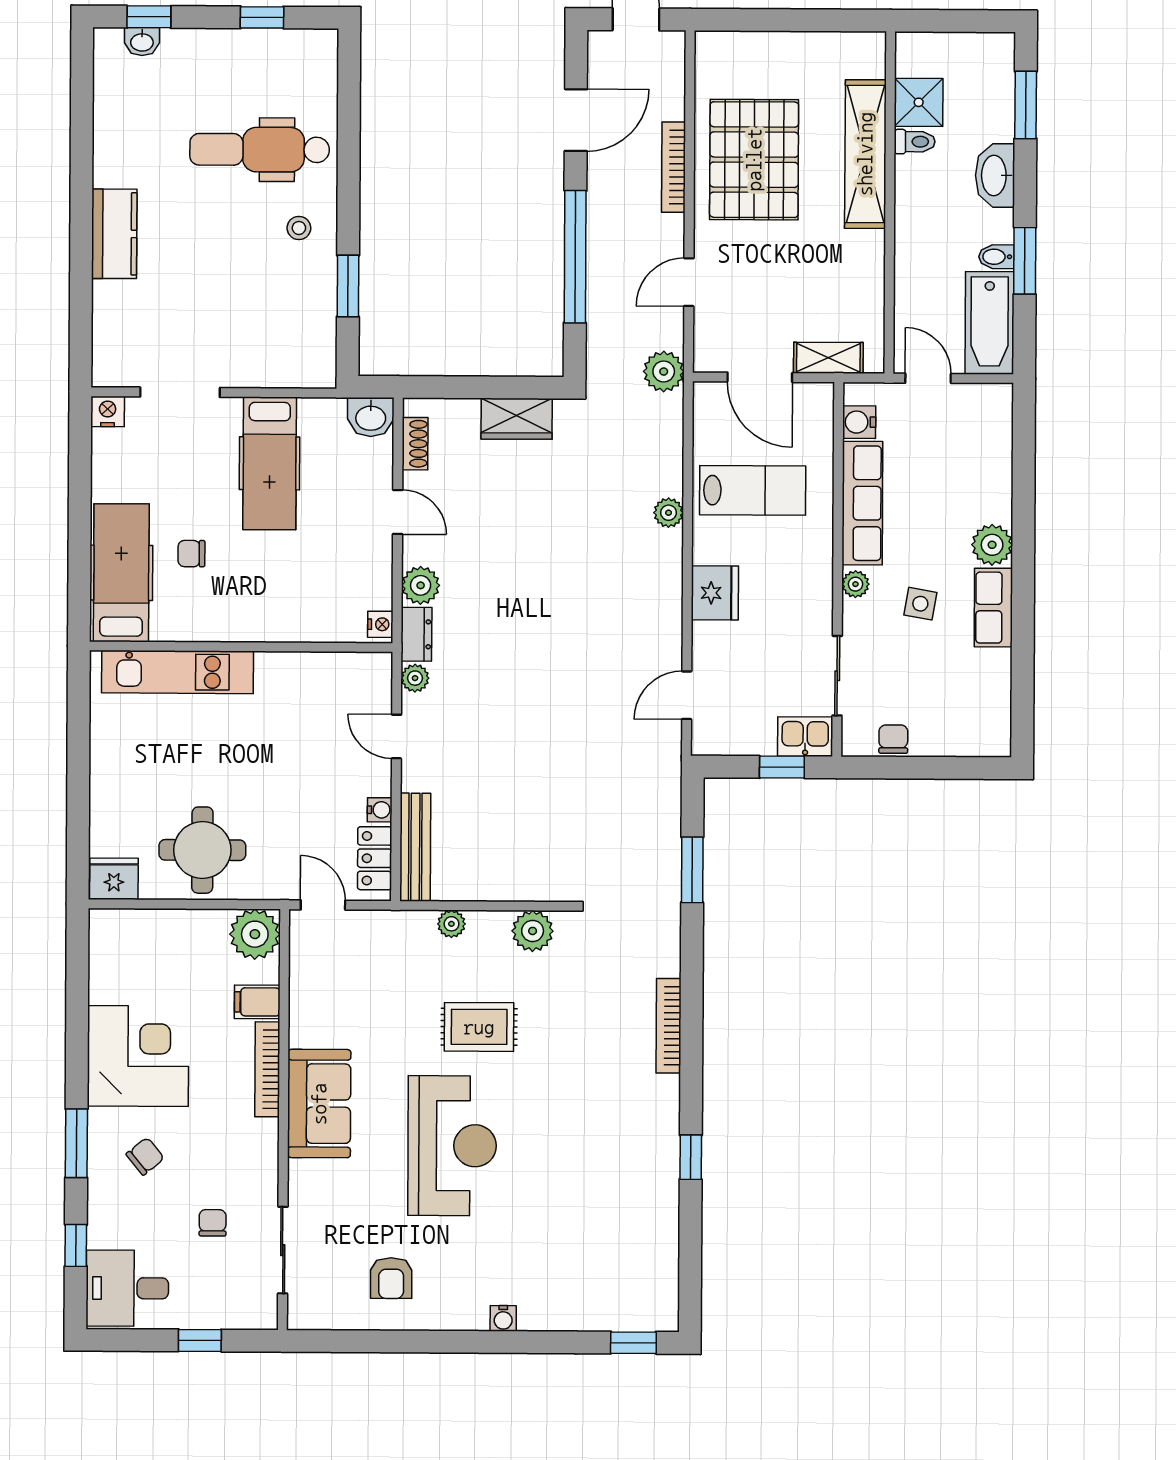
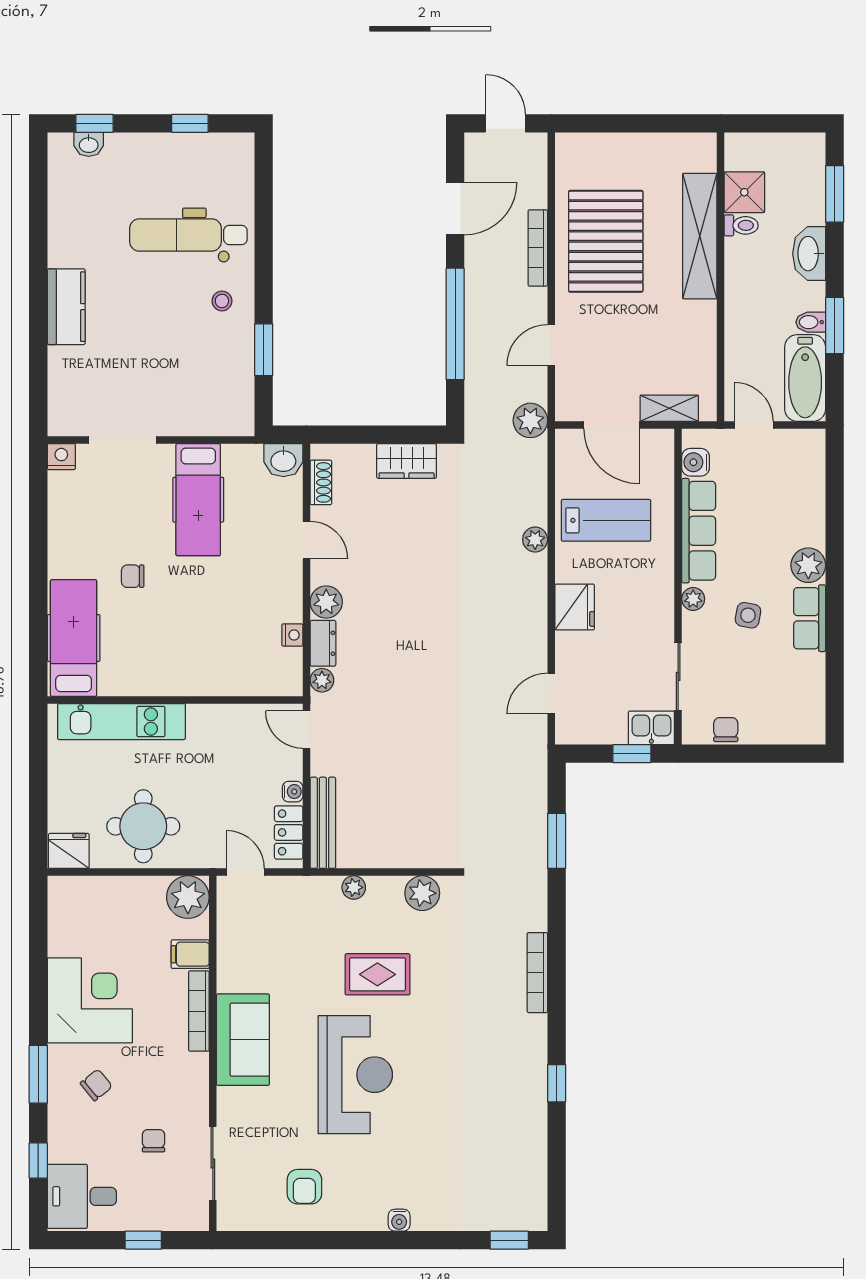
hospital bed: (121, 573) -> (74, 638), moved
wall: (241, 647) -> (175, 700), moved
kitchen unit: (178, 672) -> (121, 722), moved

